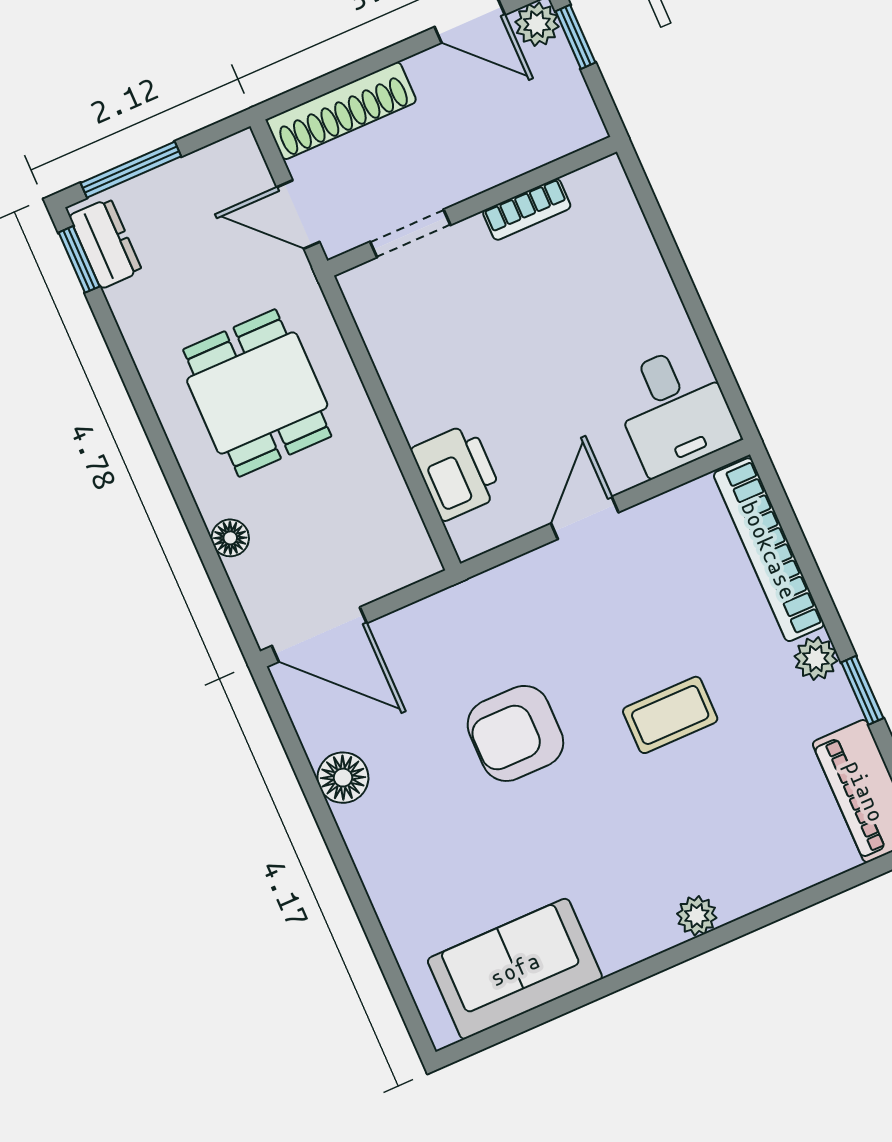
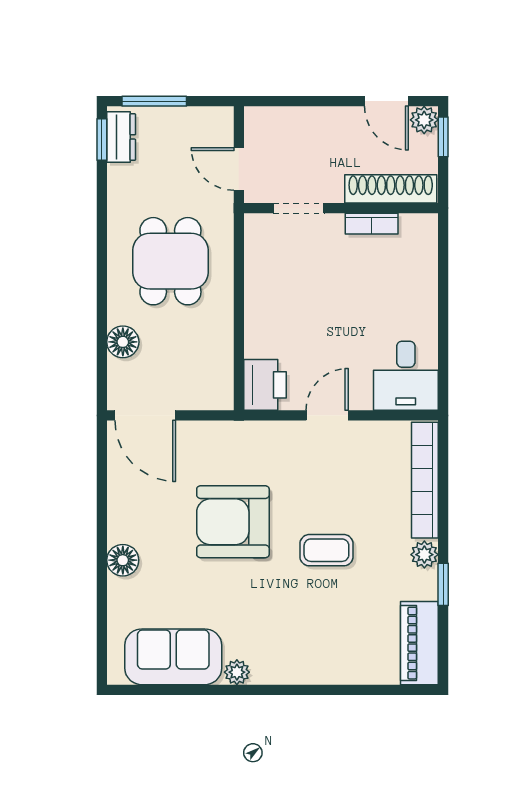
shoe rack: (341, 111) -> (391, 189), moved, turned 180
printer: (457, 472) -> (265, 385), moved
floor lamp: (230, 538) -> (123, 342), width x1.37, depth x1.37
armchair: (515, 733) -> (233, 522), width x1.36, depth x1.36
floor lamp: (343, 778) -> (123, 560), moved
plant: (697, 916) -> (237, 672), moved

